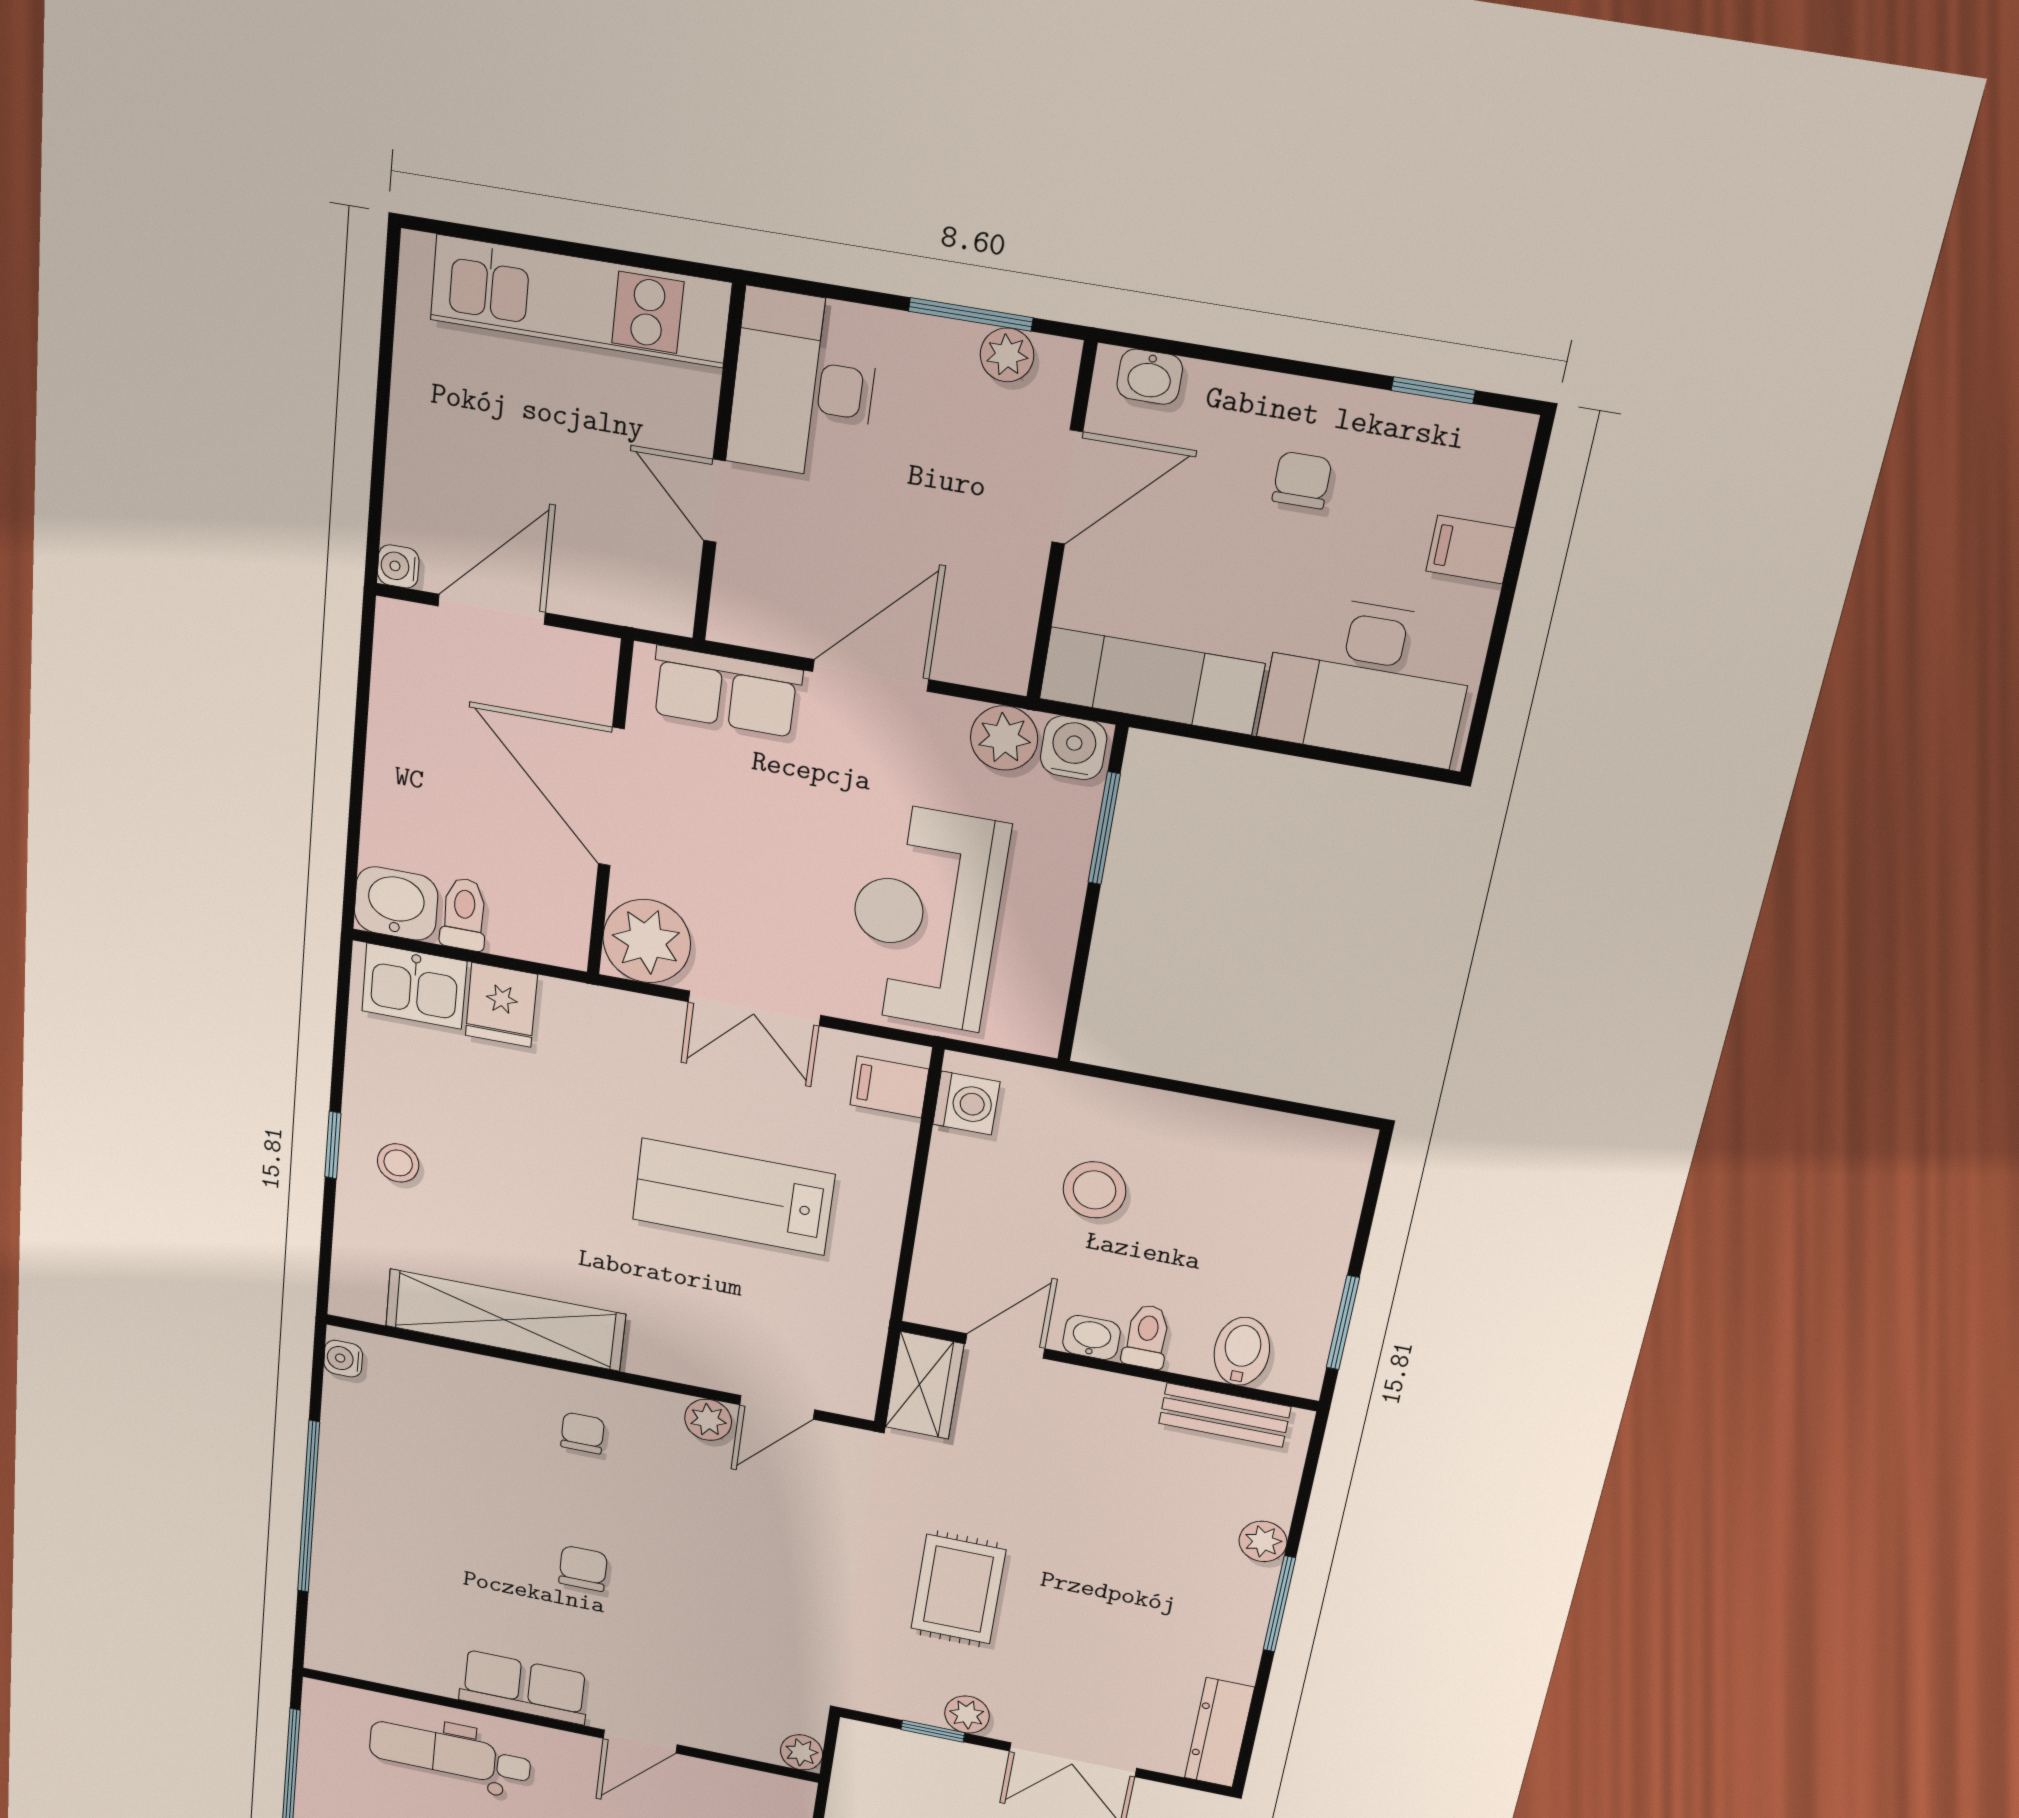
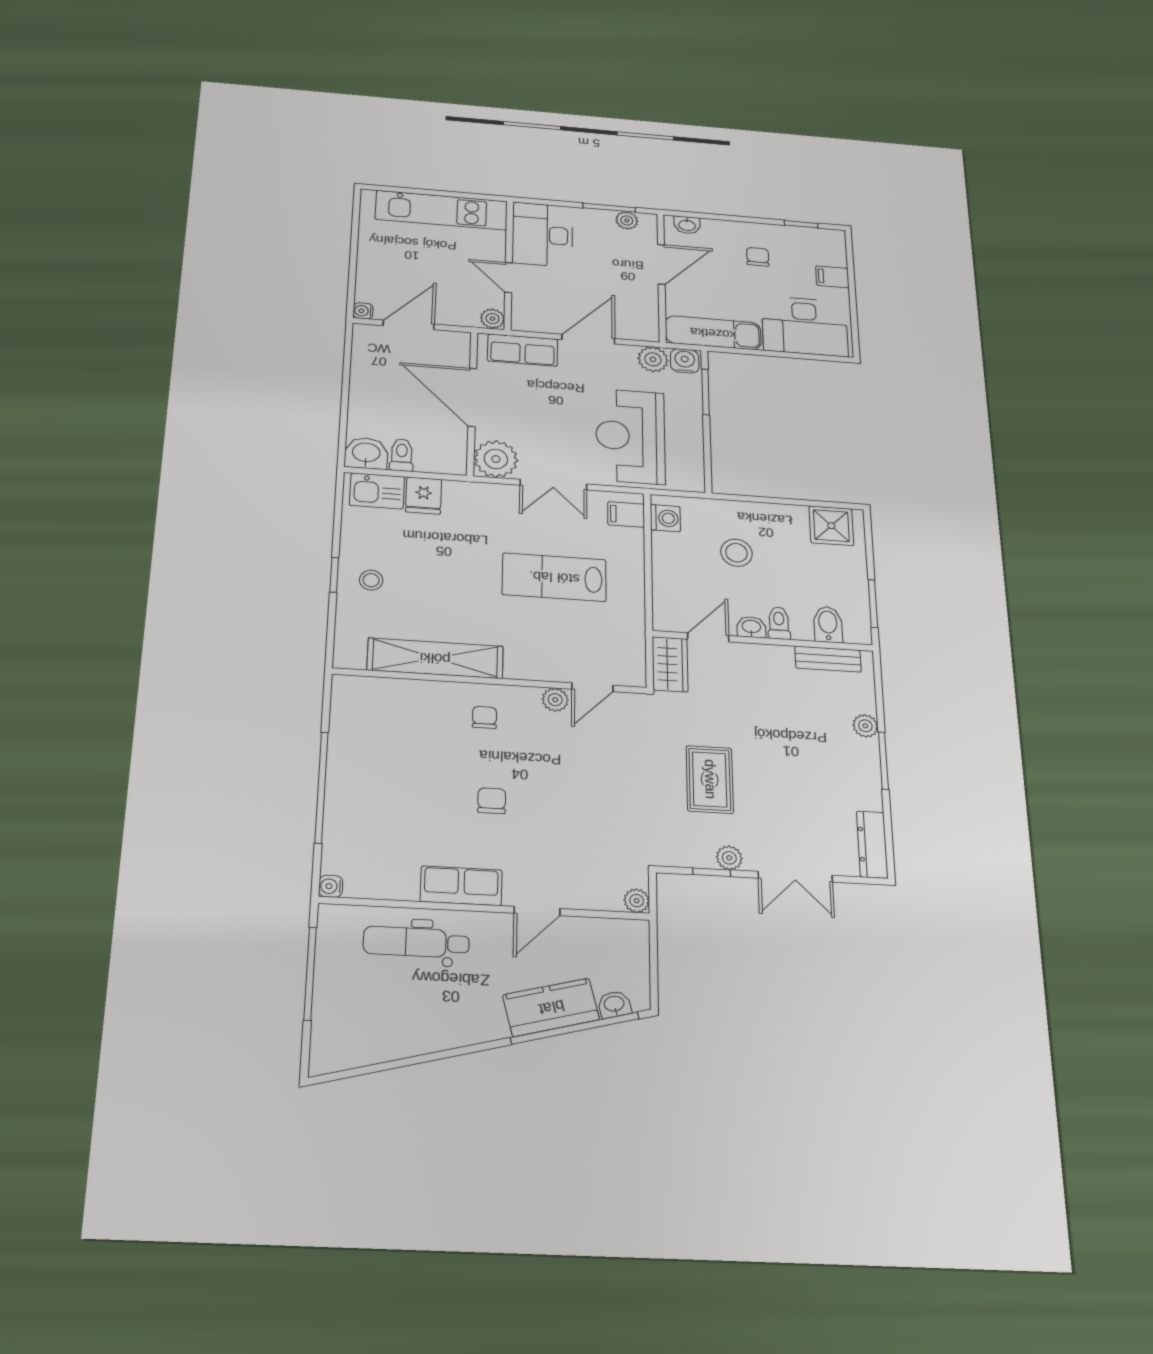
plant: (670, 607) -> (492, 319), added
shower: (1302, 1156) -> (831, 526), added
water cooler: (343, 1359) -> (331, 886), moved

